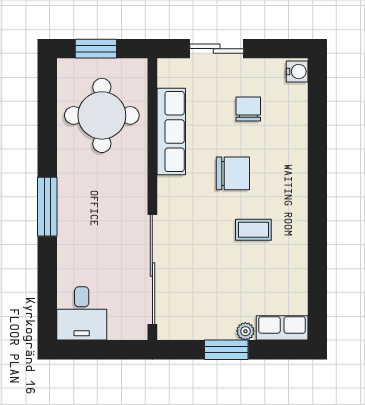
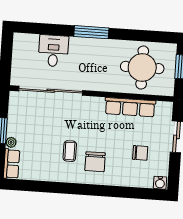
chair: (233, 173) -> (95, 162), moved
desk: (82, 313) -> (53, 51), moved, turned 90

